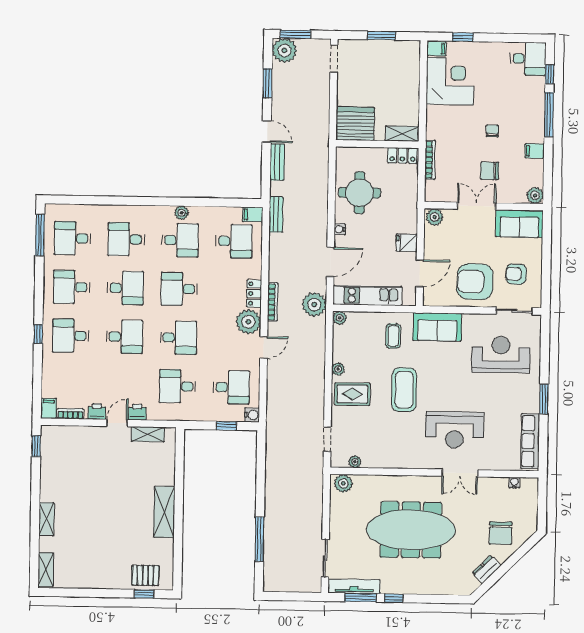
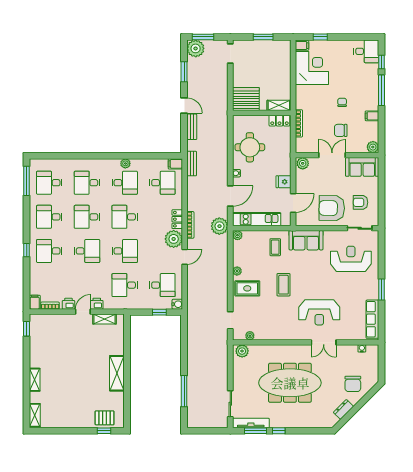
desk: (125, 288) -> (87, 217), turned 180
coffee table: (404, 390) -> (284, 285), width x0.73, depth x0.76

